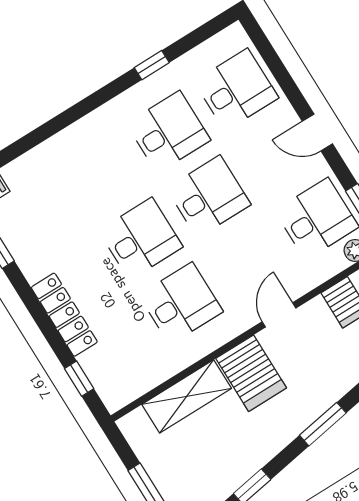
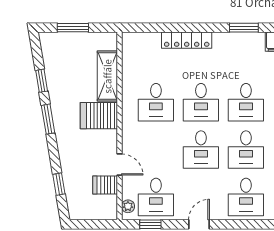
desk: (100, 174) -> (246, 102), added
door: (279, 315) -> (119, 165), moved
window: (79, 379) -> (150, 28), removed
window: (323, 424) -> (48, 119), moved

